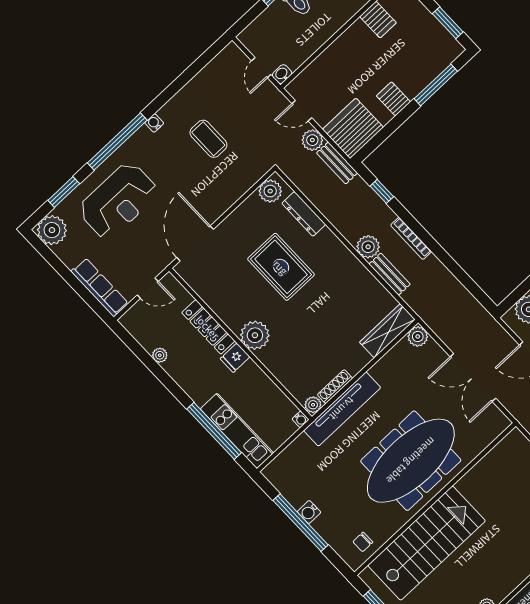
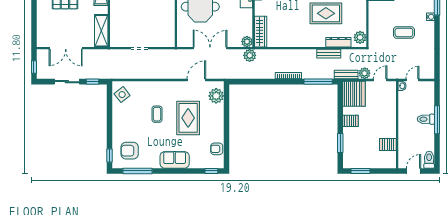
door: (261, 68) -> (412, 80), hinge flipped
window: (436, 85) -> (340, 143), width x0.69
window: (382, 191) -> (318, 82), width x2.17
plant: (368, 247) -> (250, 55), moved
bench: (390, 274) -> (329, 54), moved

